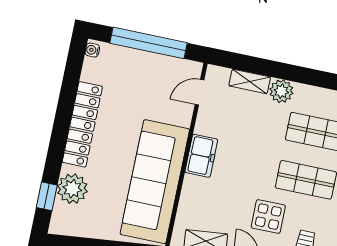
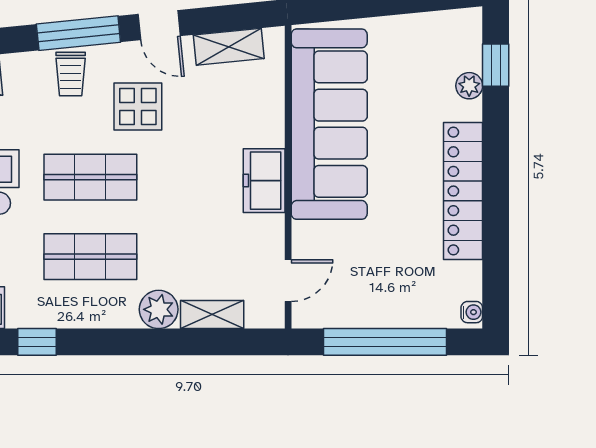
plant: (72, 189) -> (469, 86), width x0.53, depth x0.53

